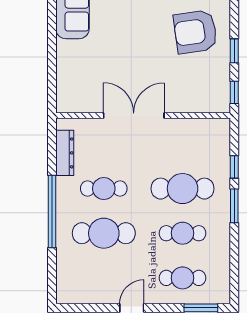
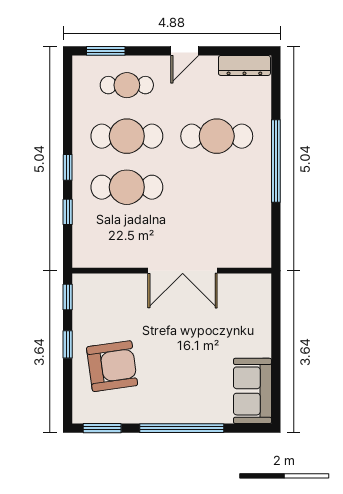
dresser: (65, 153) -> (244, 65), moved, turned -90
cafe table: (104, 189) -> (217, 187), removed
window: (234, 206) -> (68, 167), width x0.67
cafe table: (183, 233) -> (127, 136), width x1.37, depth x1.35

